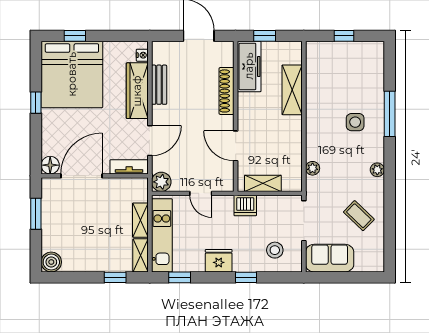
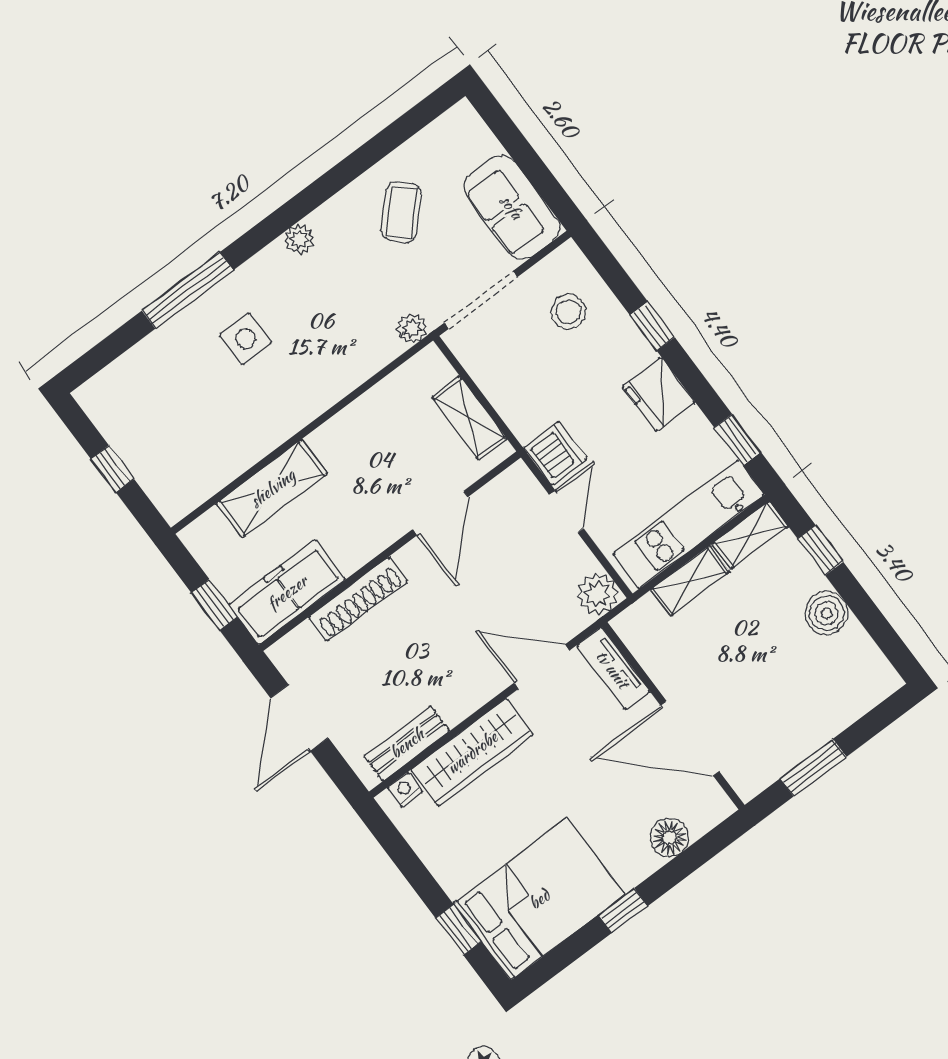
bed: (72, 74) -> (539, 899), width x0.73
bench: (159, 85) -> (407, 743), moved
floor lamp: (50, 165) -> (669, 837), moved
plant: (313, 168) -> (412, 328), moved
dishwasher: (245, 205) -> (555, 453), moved
boiler: (51, 262) -> (827, 613), moved

